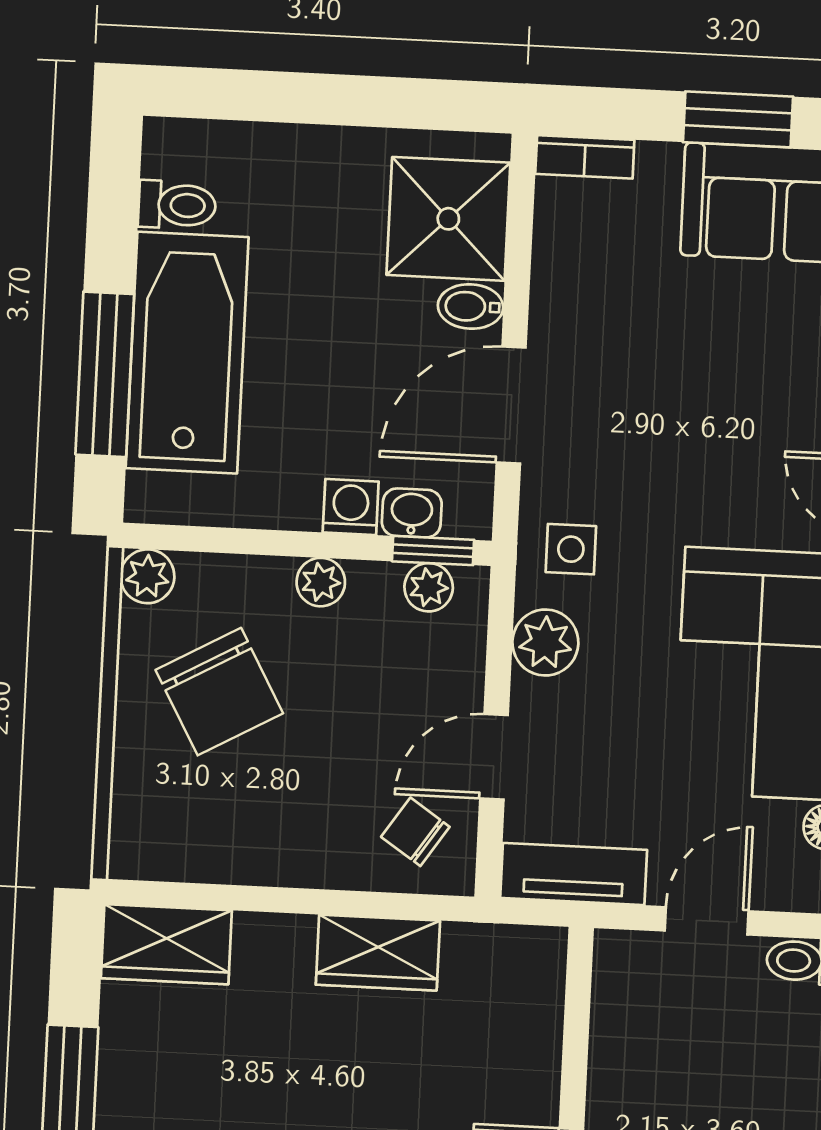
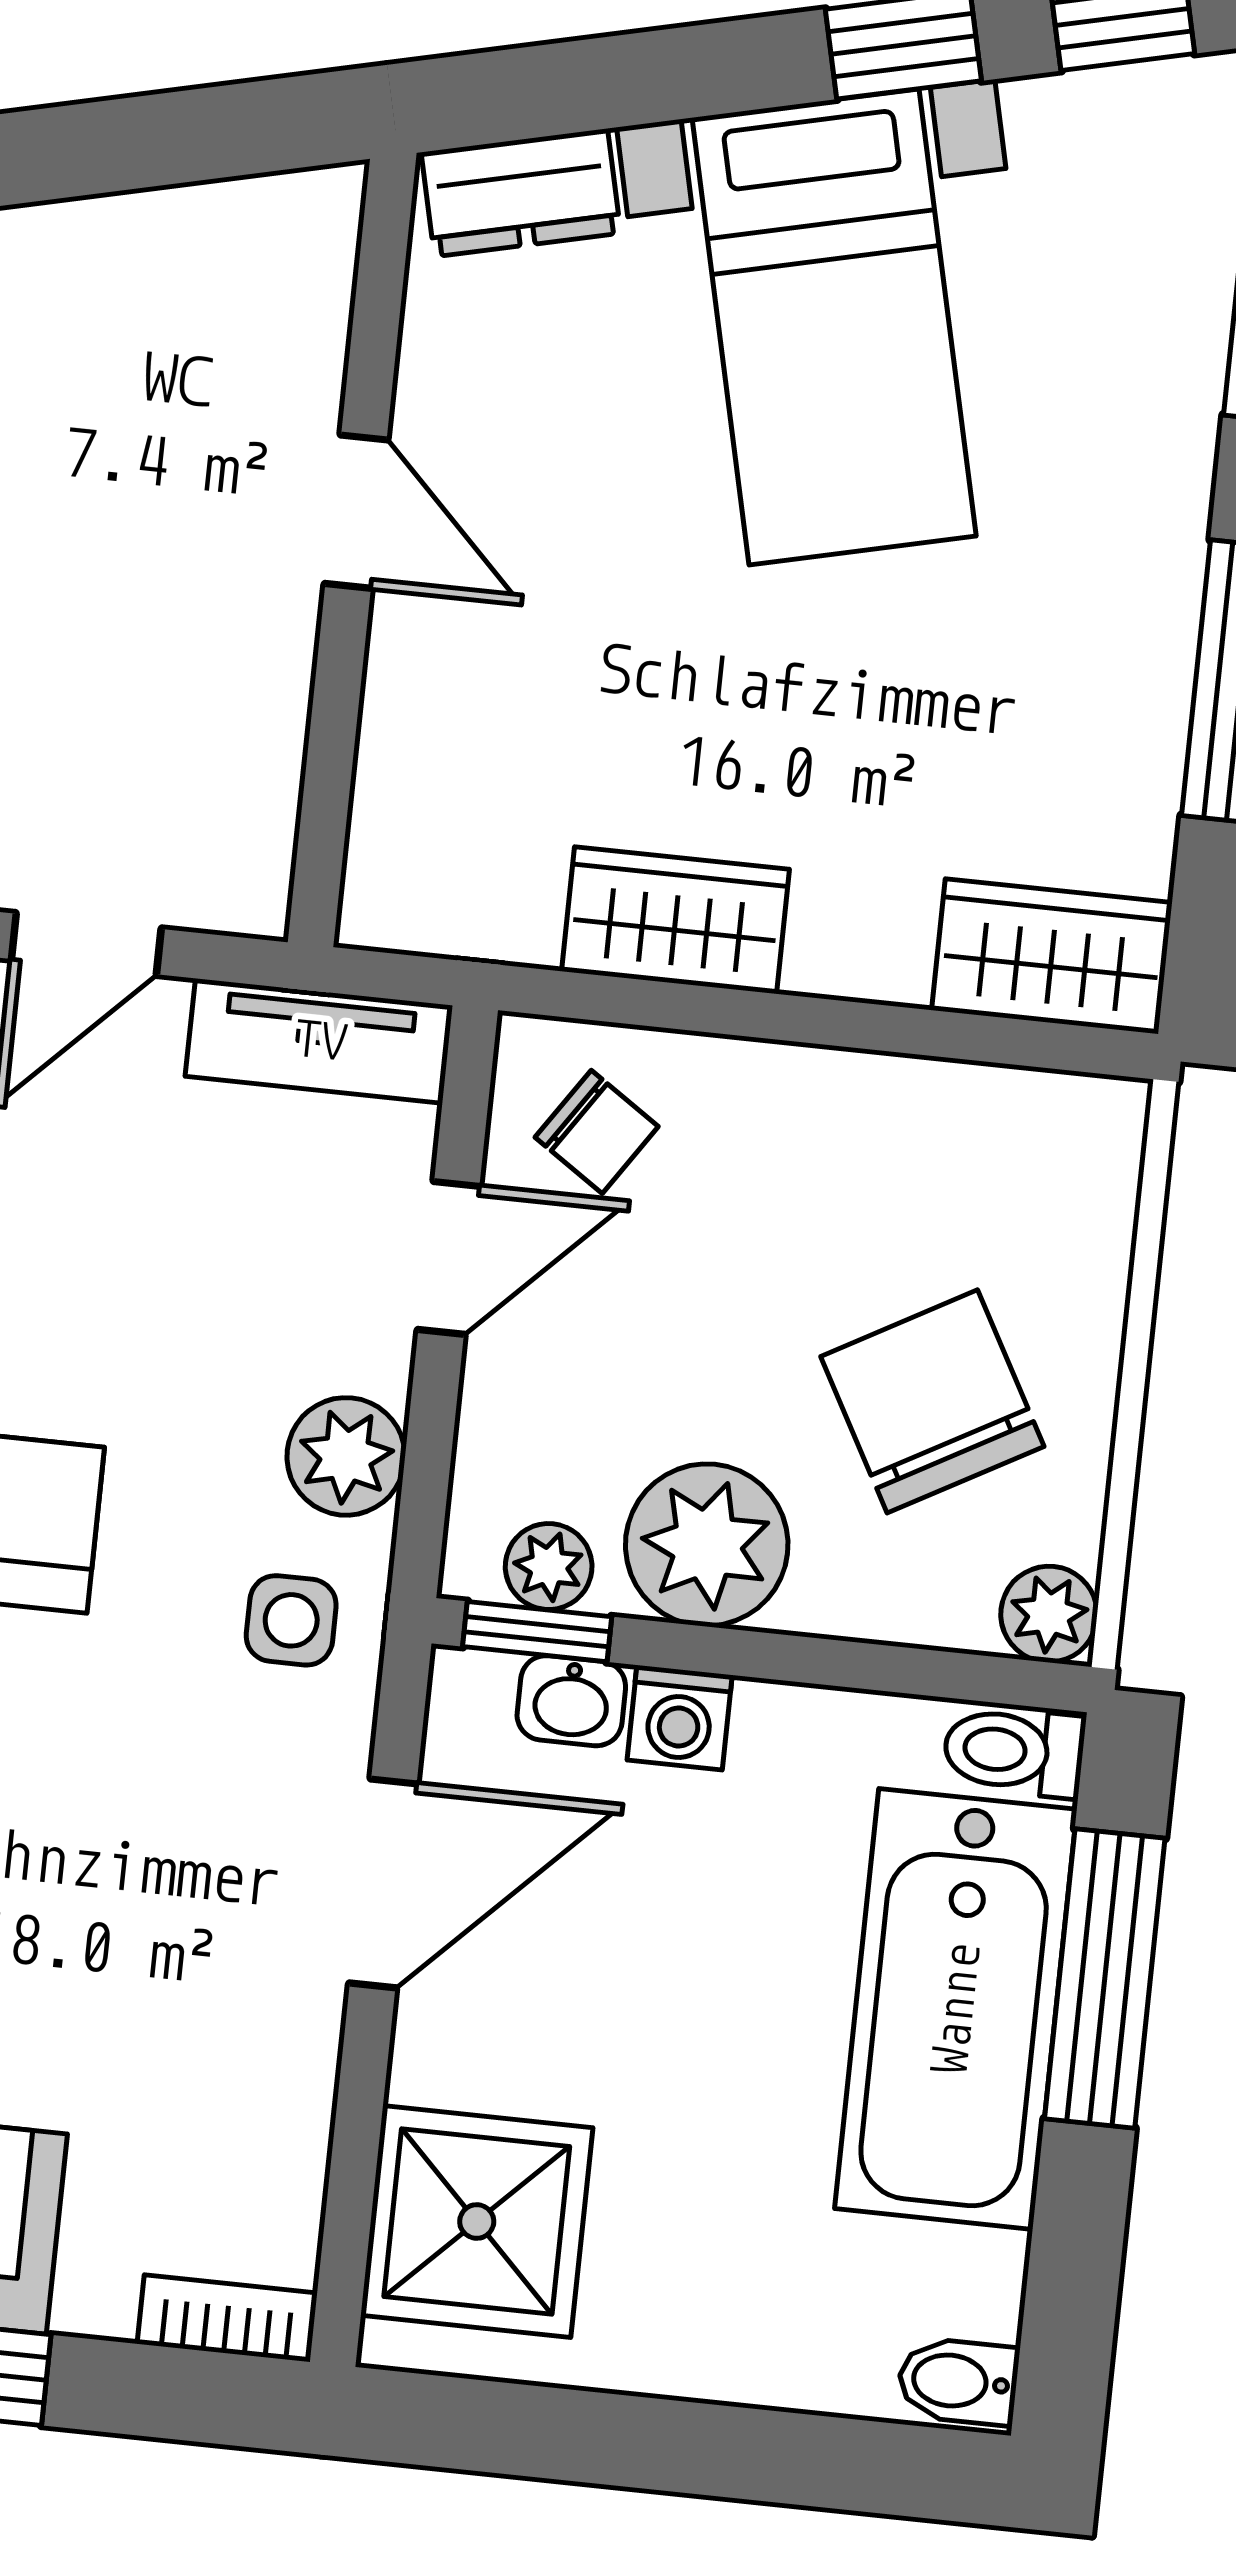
toilet: (177, 205) -> (1014, 1751), moved
bidet: (471, 306) -> (958, 2381), moved, turned 180
plant: (321, 582) -> (707, 1545), width x1.87, depth x1.87

